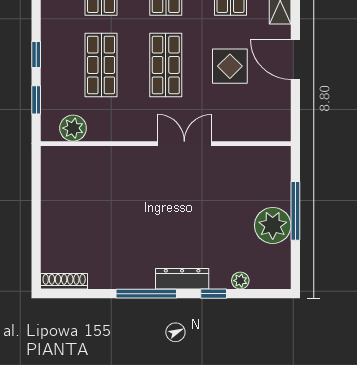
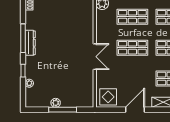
display table: (230, 66) -> (108, 97), moved
plant: (273, 225) -> (56, 103), width x0.53, depth x0.53
dresser: (182, 279) -> (30, 43), moved

